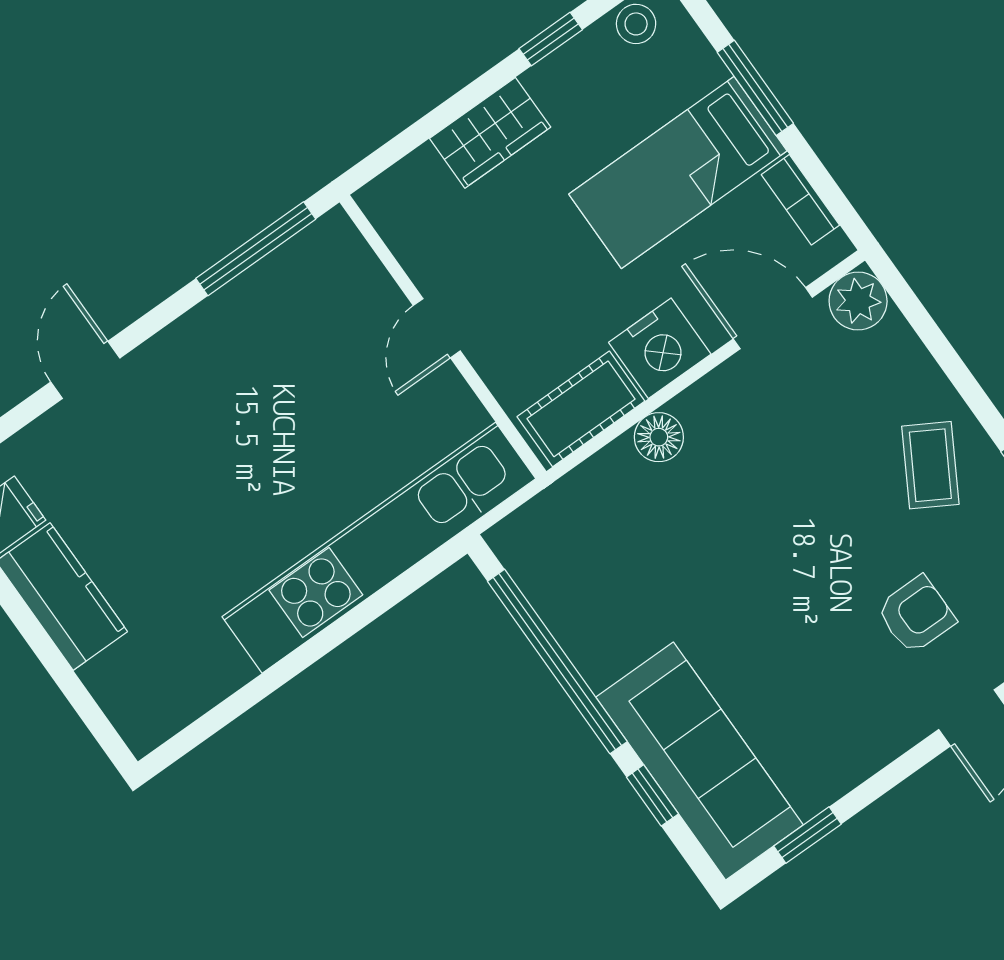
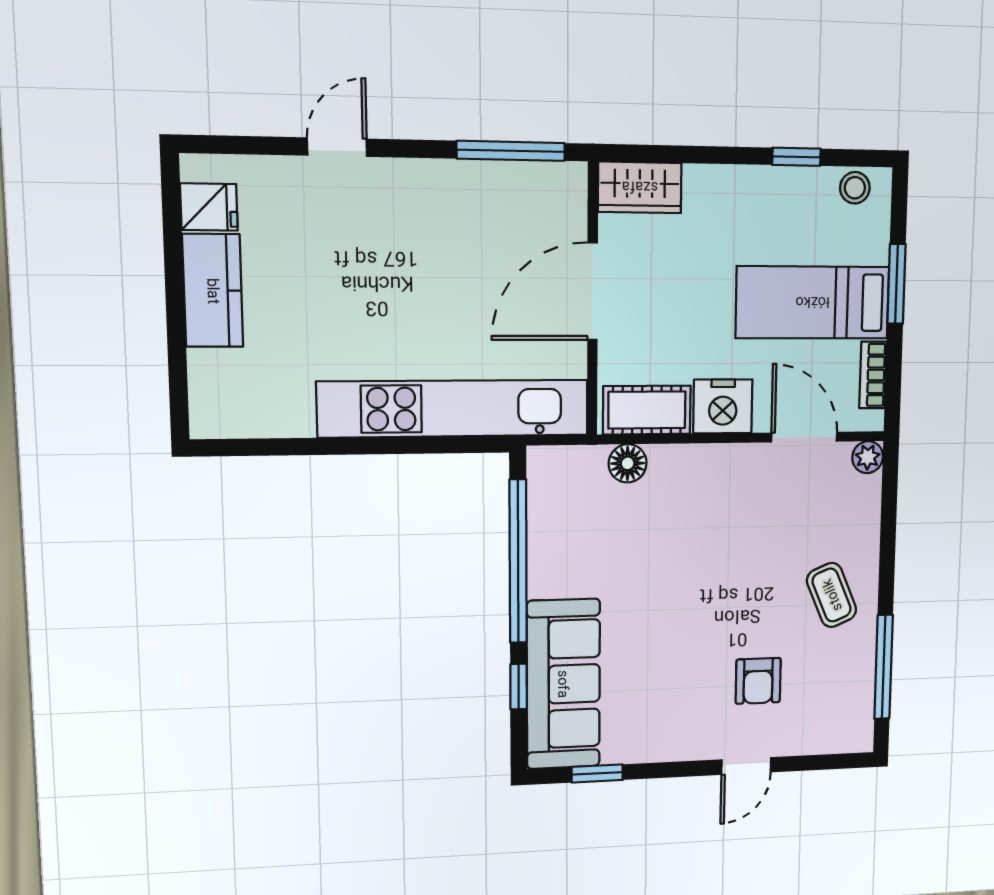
wardrobe: (490, 133) -> (640, 187), moved
plant: (858, 301) -> (868, 457), width x0.73, depth x0.73
door: (437, 328) -> (593, 291), width x1.87
floor lamp: (659, 437) -> (628, 463), moved
coffee table: (930, 465) -> (832, 595), turned -53
armchair: (916, 615) -> (758, 681), turned 90

